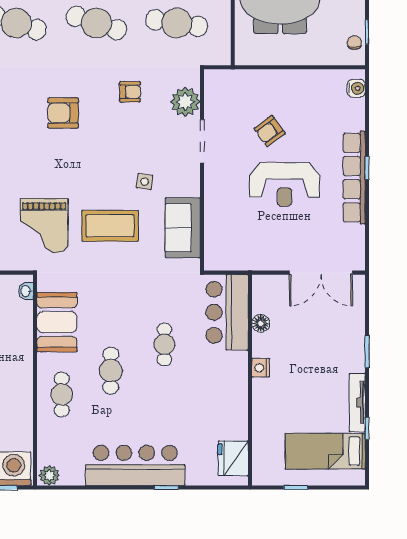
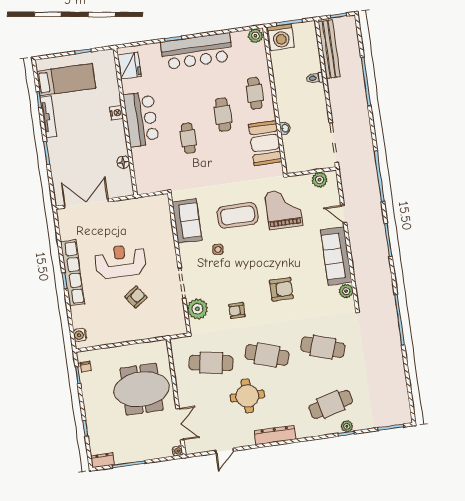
washbasin: (26, 291) -> (285, 128), moved
bar counter: (227, 312) -> (141, 119), moved
nightstand: (261, 368) -> (116, 113), moved

